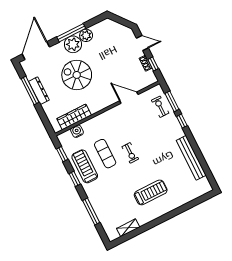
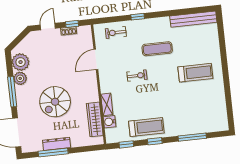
plant: (73, 44) -> (21, 62), moved
window: (172, 101) -> (115, 19), removed
exercise bike: (130, 153) -> (137, 76), moved
exercise mat: (105, 154) -> (157, 49), moved
bench: (191, 158) -> (193, 19), moved
treadmill: (85, 166) -> (146, 127), turned 180
treadmill: (151, 192) -> (195, 73), turned 90
shelving: (128, 228) -> (107, 104), moved

